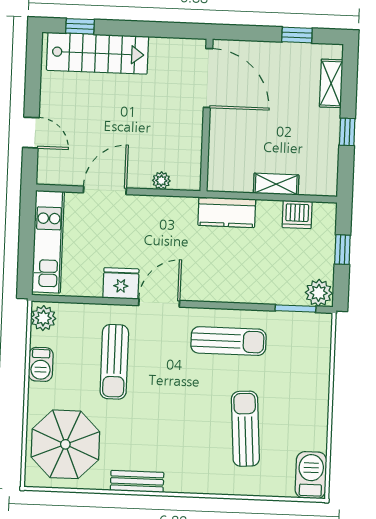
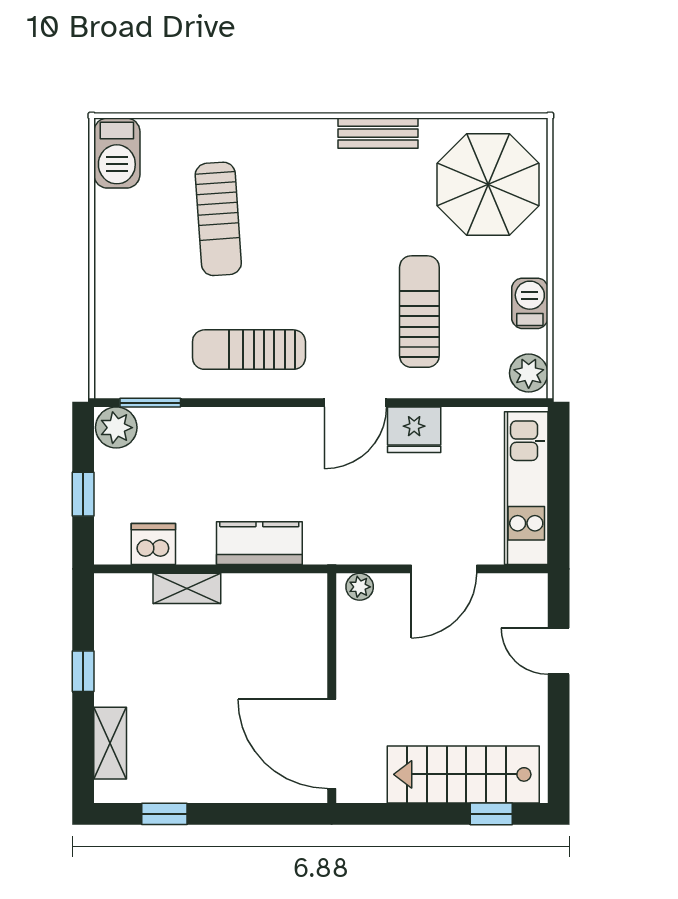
door: (208, 78) -> (332, 744), moved
wall: (207, 115) -> (332, 688), moved

